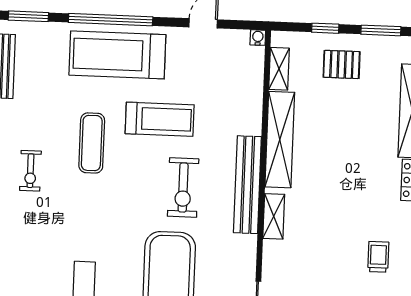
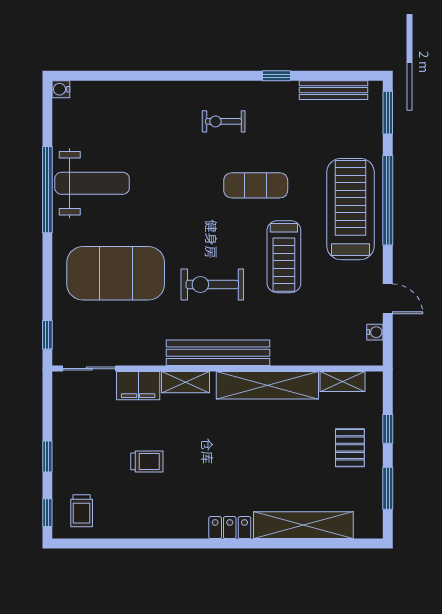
water cooler: (258, 38) -> (375, 332), moved
trolley: (378, 257) -> (147, 461), moved
filing cabinet: (275, 261) -> (138, 386), added

